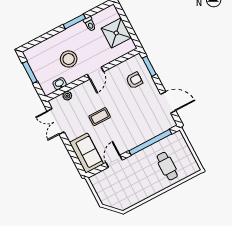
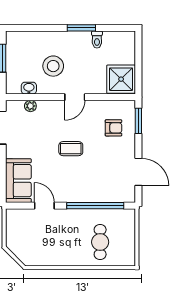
shower: (116, 33) -> (121, 79), moved
coffee table: (100, 117) -> (71, 149), moved
door: (114, 161) -> (44, 206), hinge flipped

